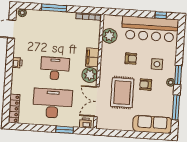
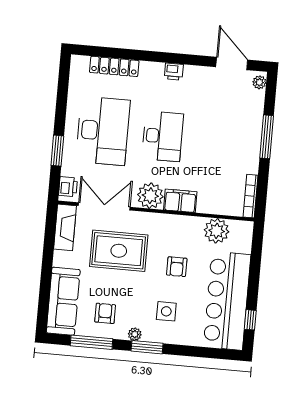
armchair: (146, 85) -> (105, 313), moved
locker: (14, 109) -> (114, 66), moved
fireplace: (109, 124) -> (65, 227), added

